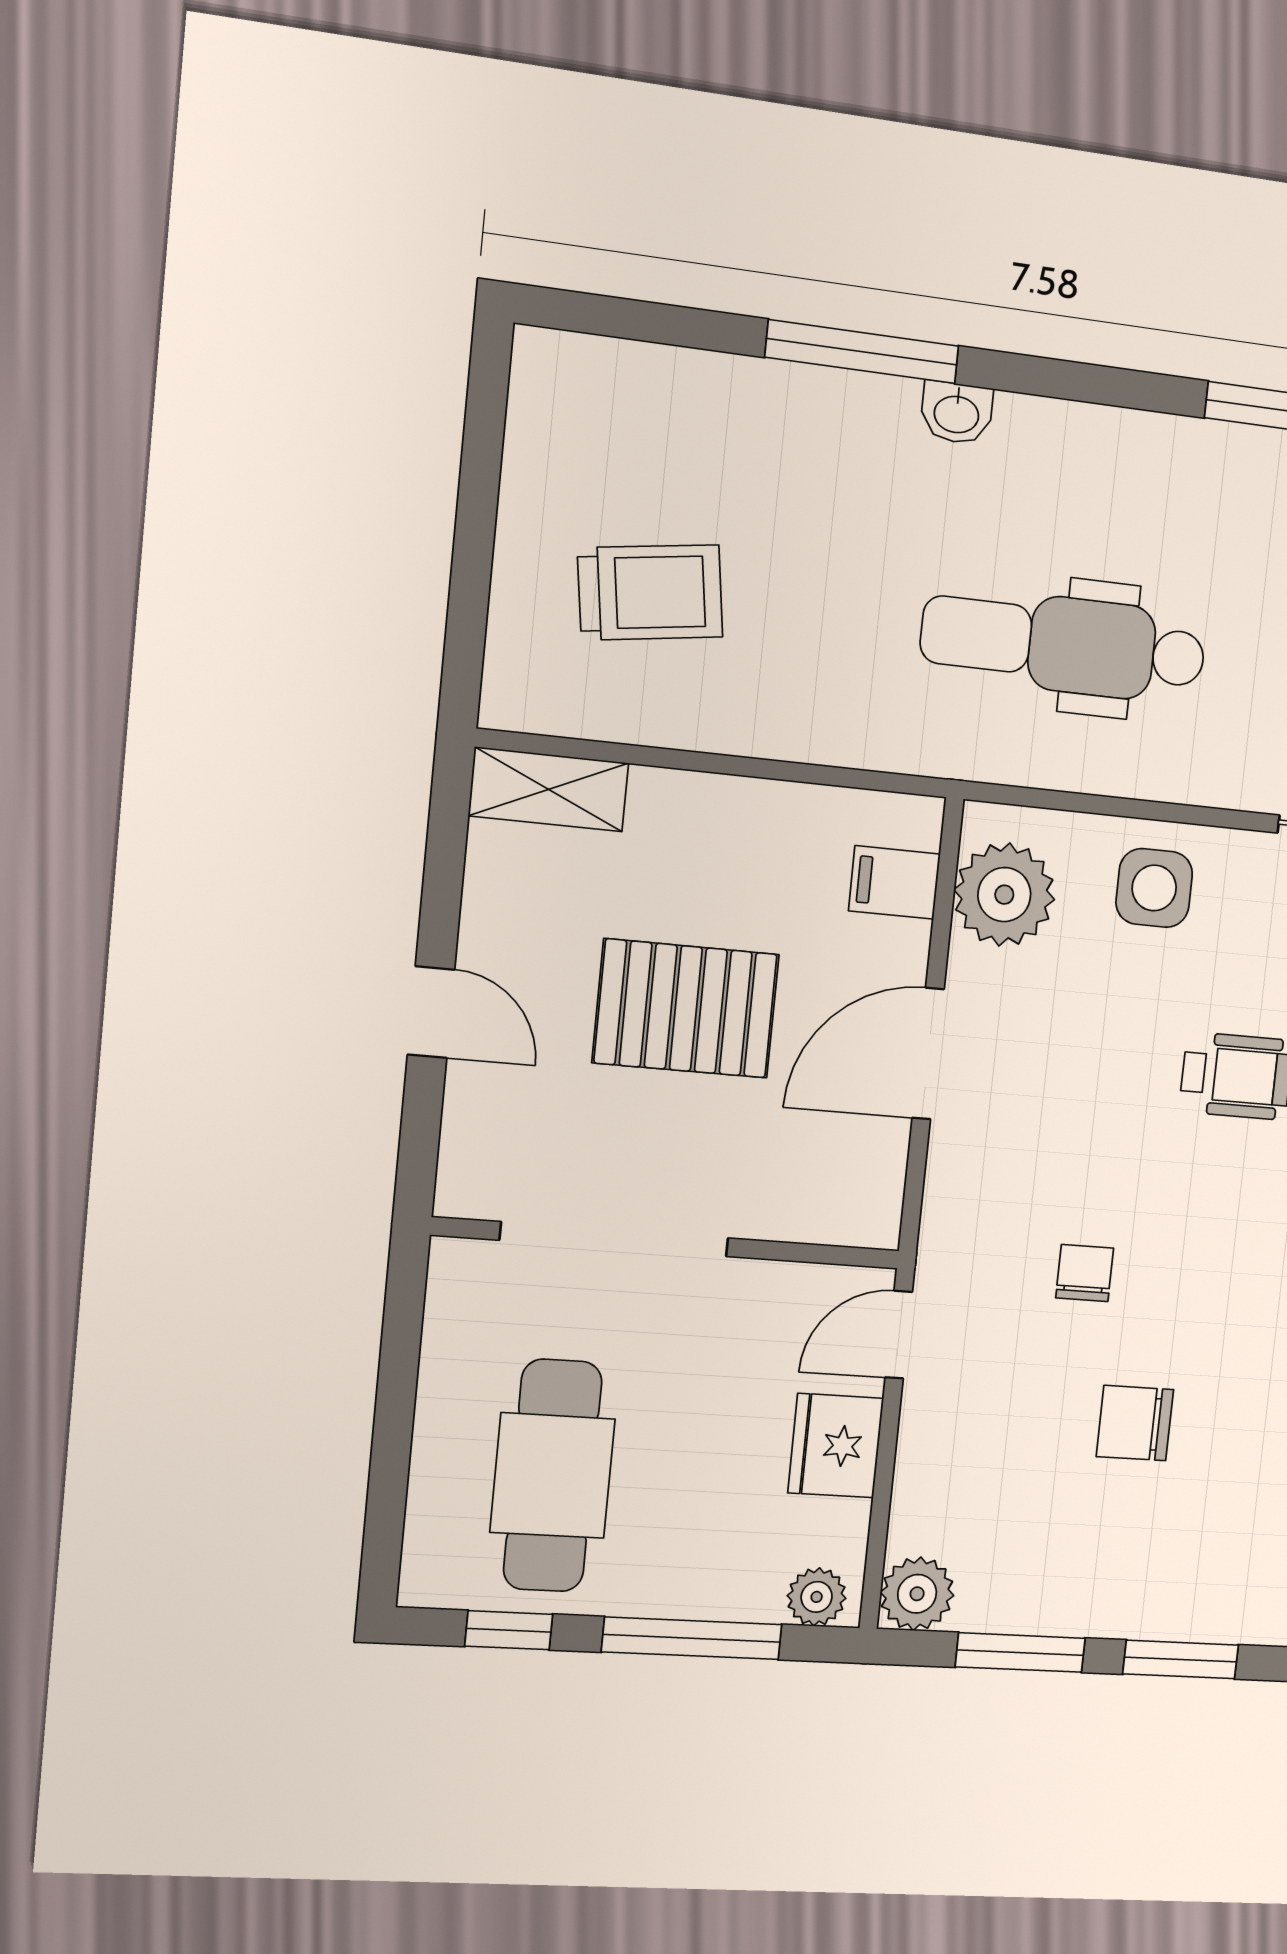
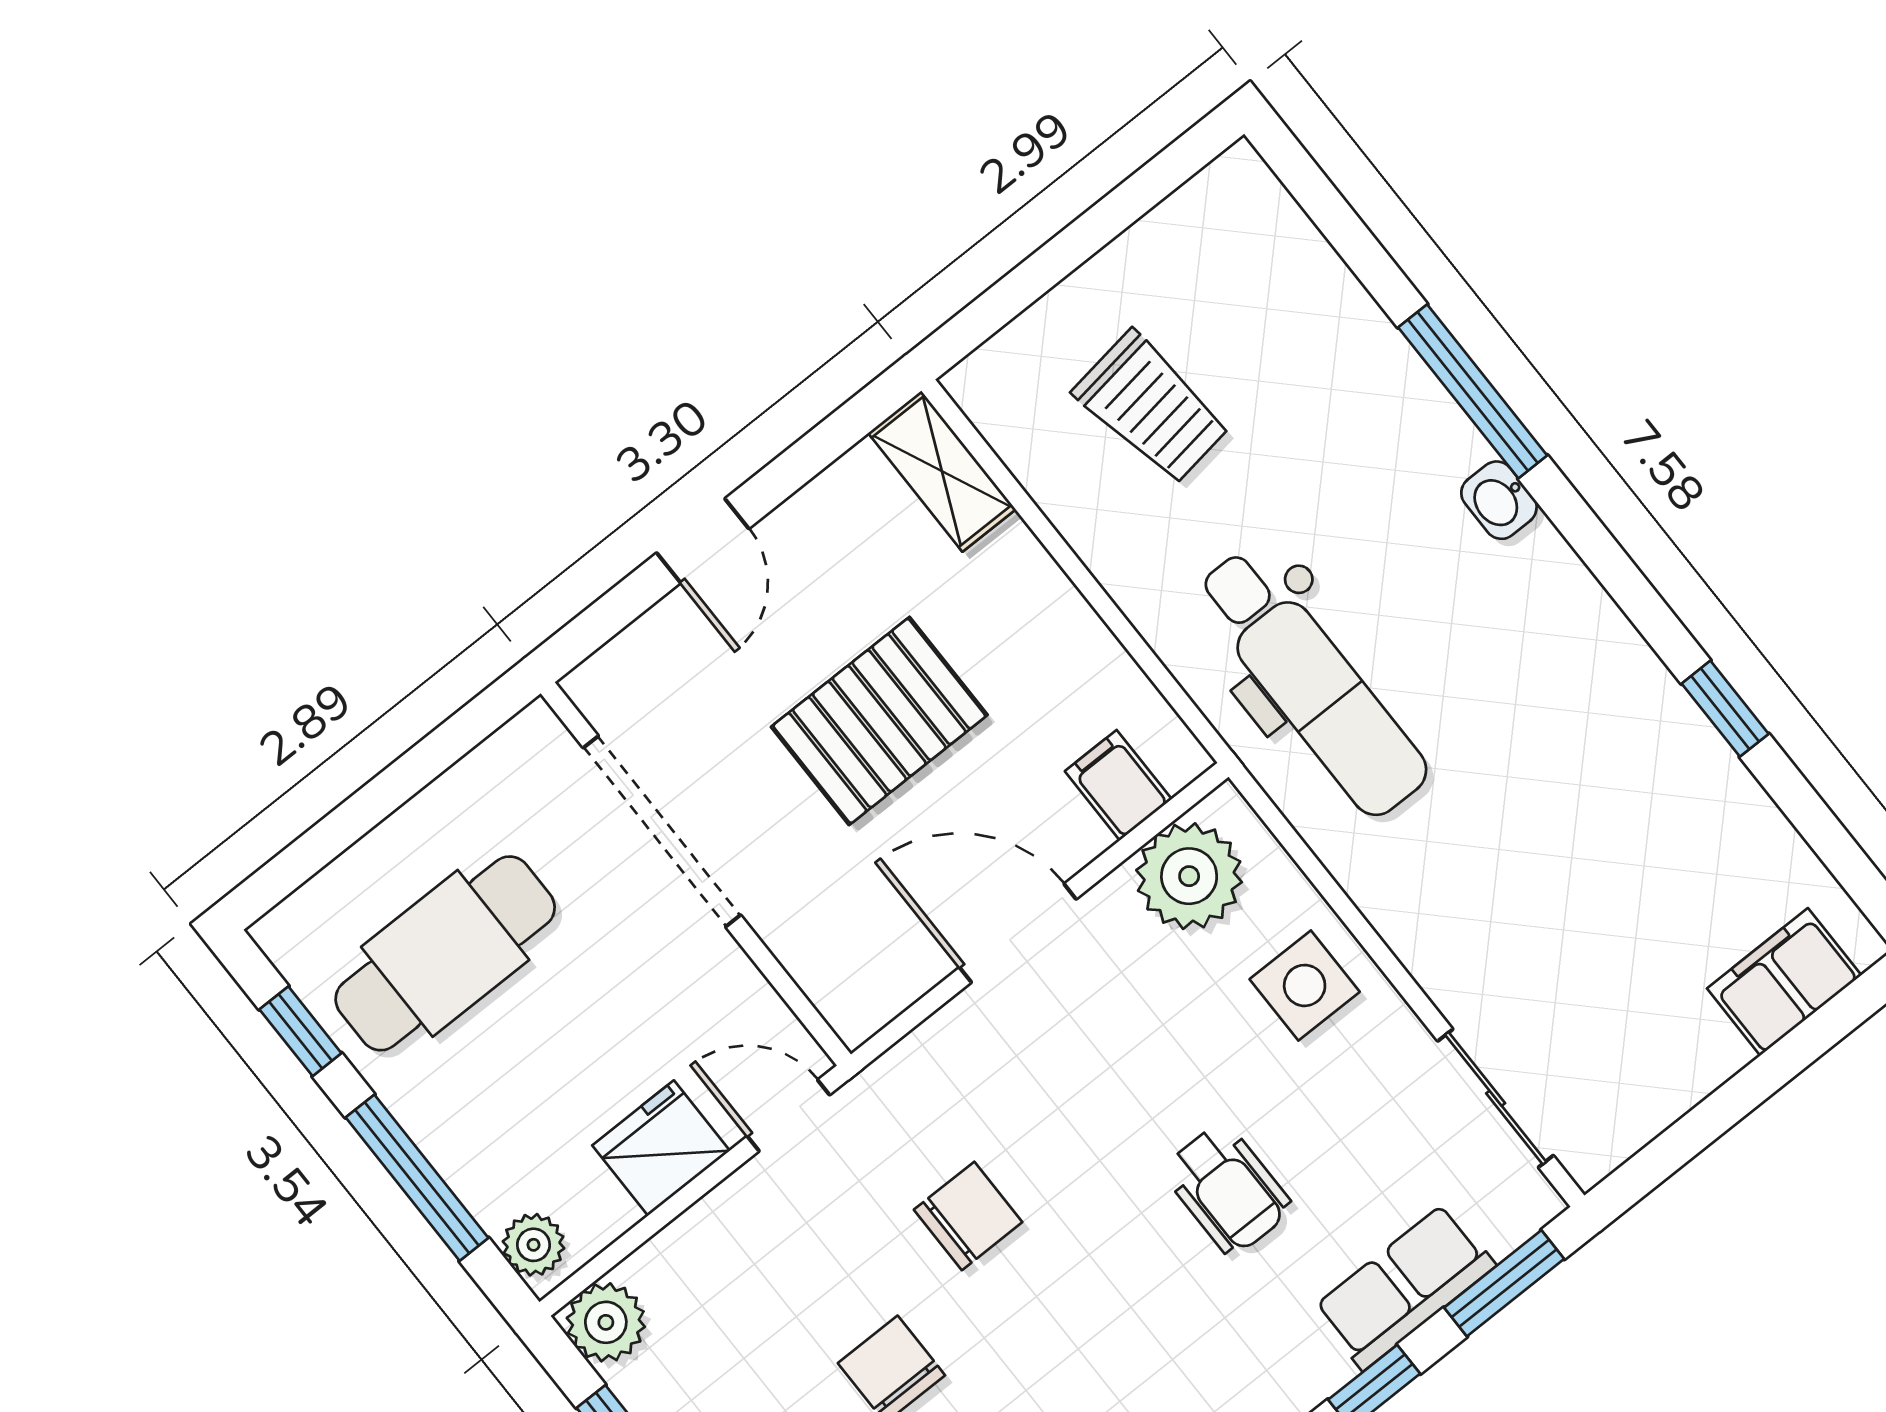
dental chair: (1064, 644) -> (1312, 683), moved, turned 180
pallet: (686, 1009) -> (879, 721), turned 90
chair: (1085, 1273) -> (968, 1216), width x1.37, depth x1.37

